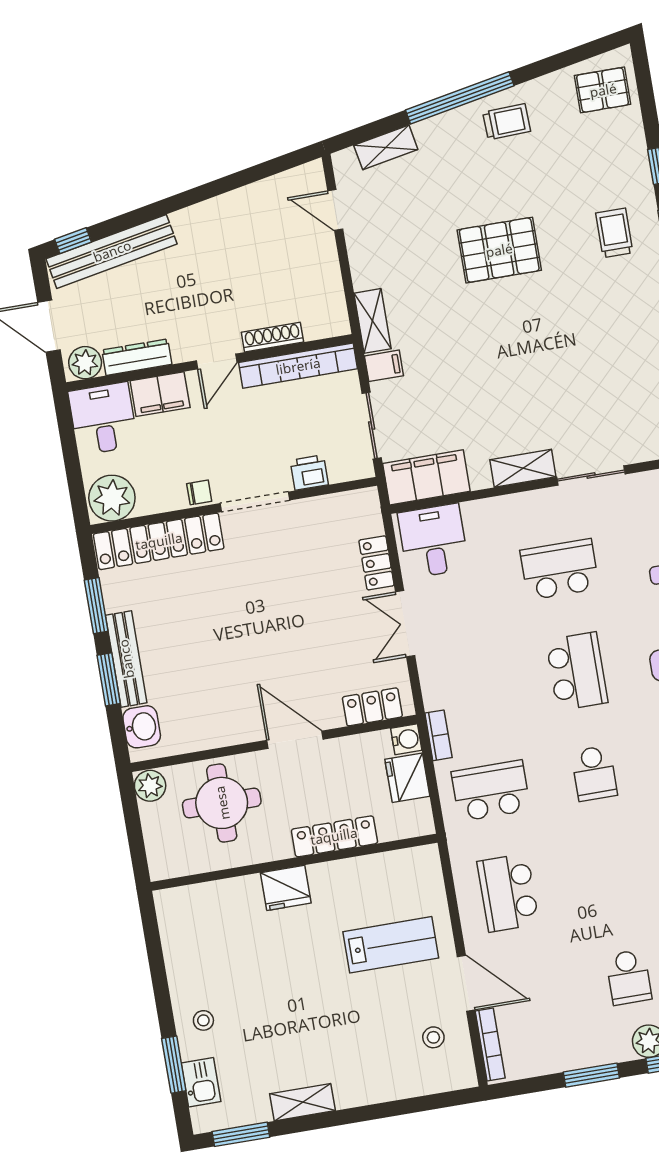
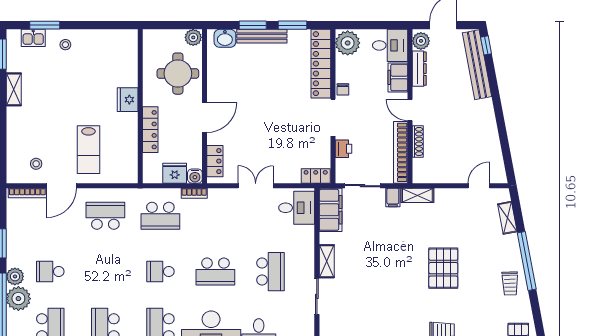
locker: (376, 563) -> (316, 176), moved
school desk: (491, 791) -> (160, 216), turned 90

